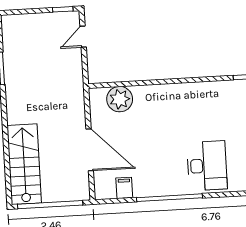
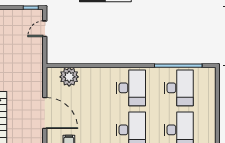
desk: (204, 109) -> (131, 88), added

